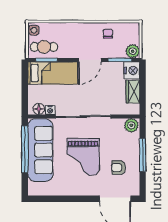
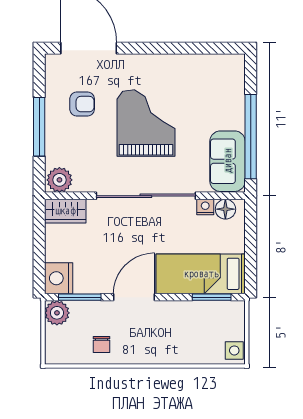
cafe table: (44, 47) -> (216, 321), removed
wardrobe: (133, 92) -> (65, 211), moved, turned 90
sofa: (40, 150) -> (228, 161), width x0.54, depth x0.79

